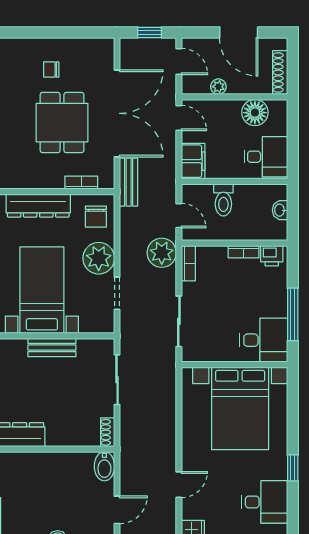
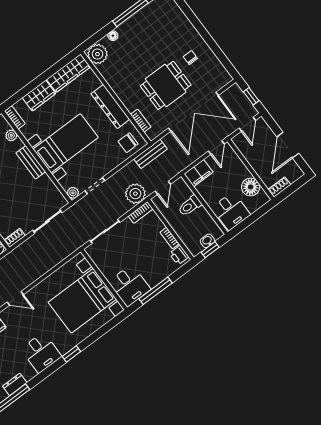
shoe rack: (280, 73) -> (279, 187), width x0.70
plant: (218, 87) -> (250, 156), removed
bench: (129, 182) -> (151, 154), moved
window: (293, 215) -> (210, 250), added
plant: (99, 258) -> (73, 193), moved, width x0.53, depth x0.53
bench: (52, 348) -> (31, 162), moved

